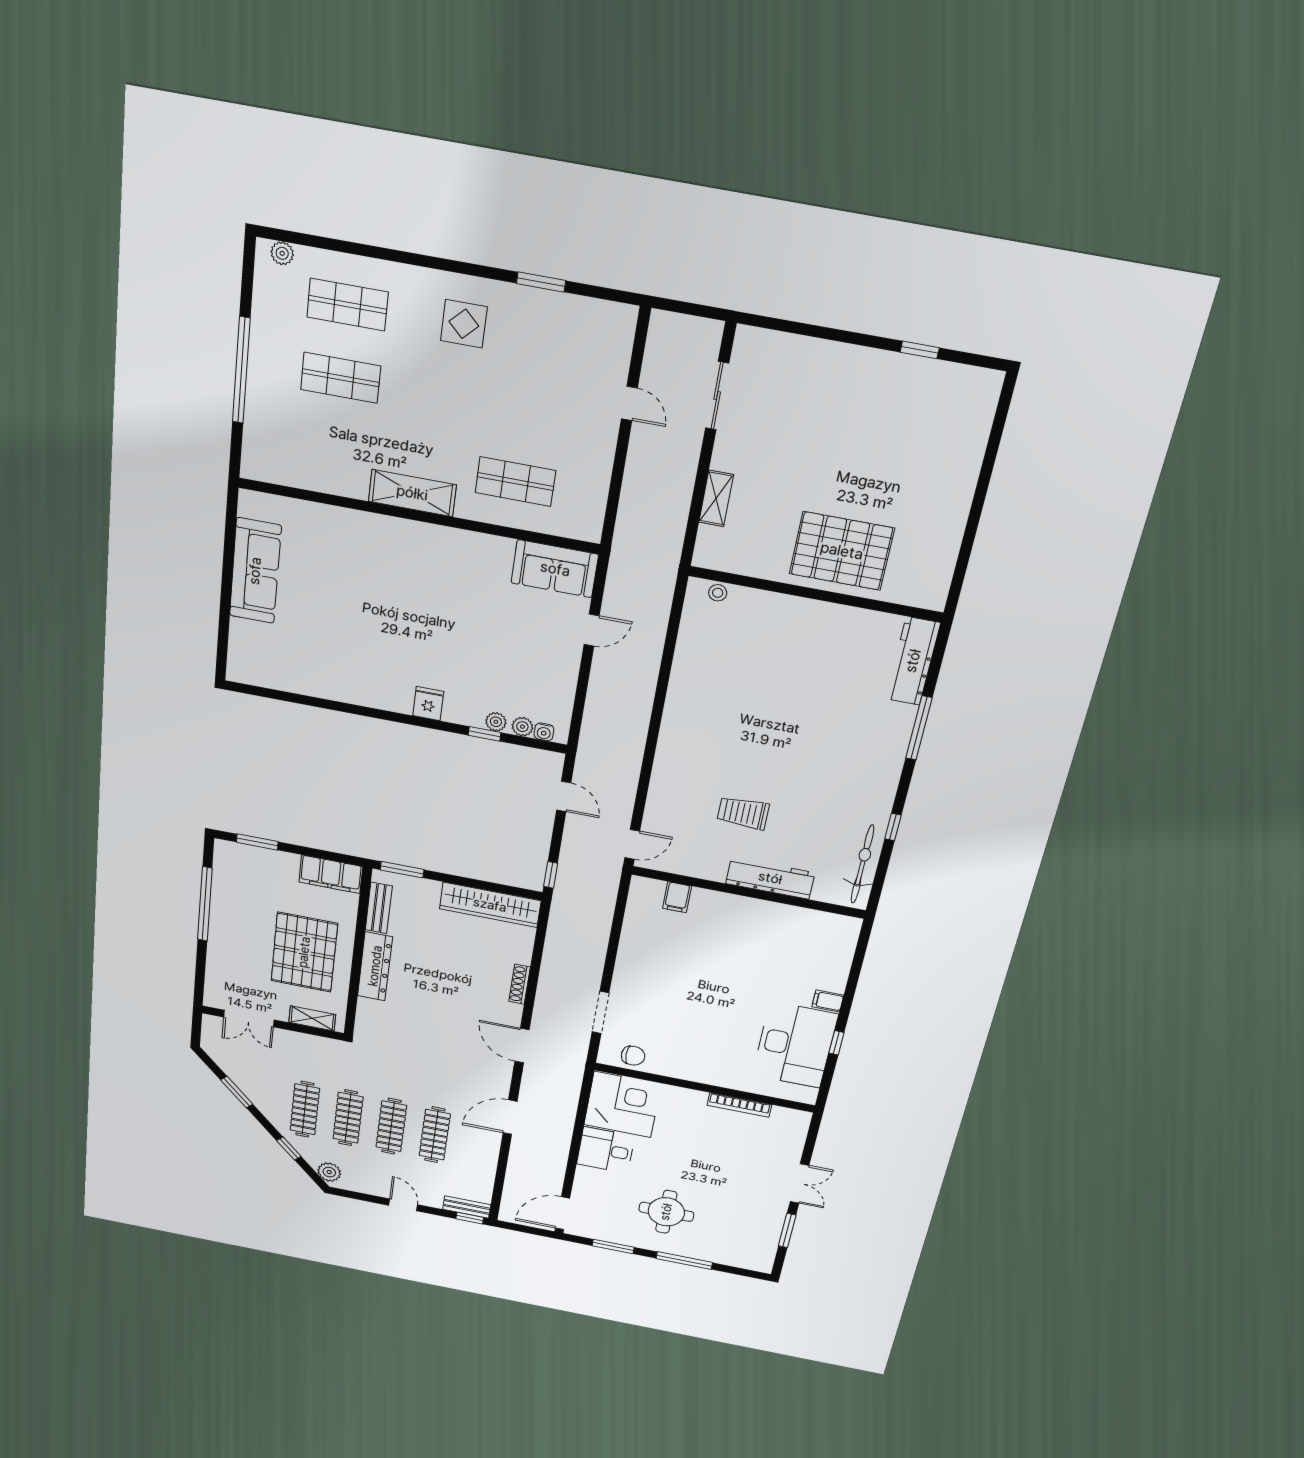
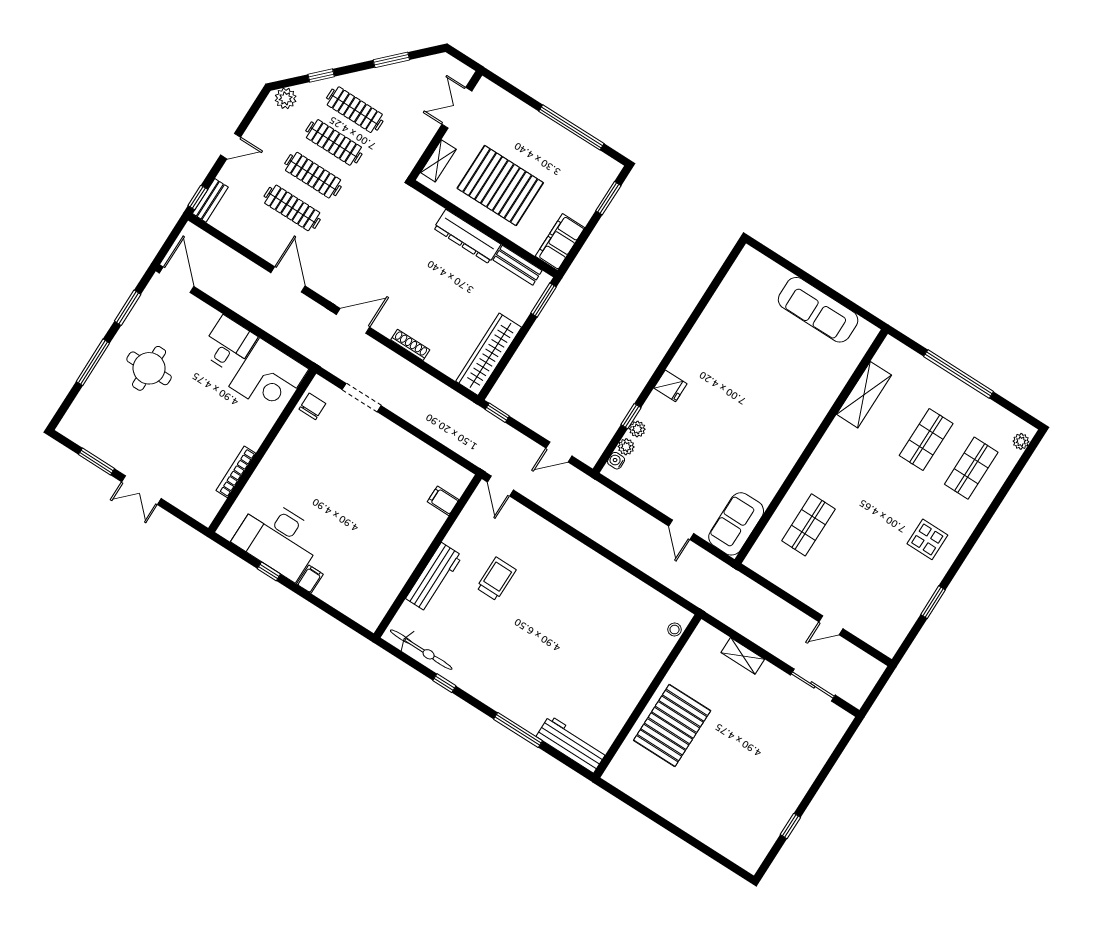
shelving: (412, 493) -> (864, 395), moved
chair: (633, 1056) -> (312, 406), turned 180

